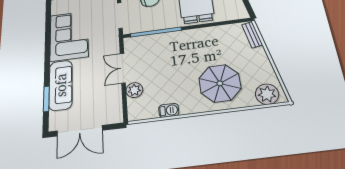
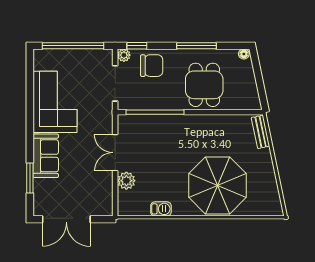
parasol: (220, 83) -> (218, 185), width x1.36, depth x1.36
sofa: (61, 85) -> (46, 156), width x0.73
plant: (267, 94) -> (264, 204), removed

